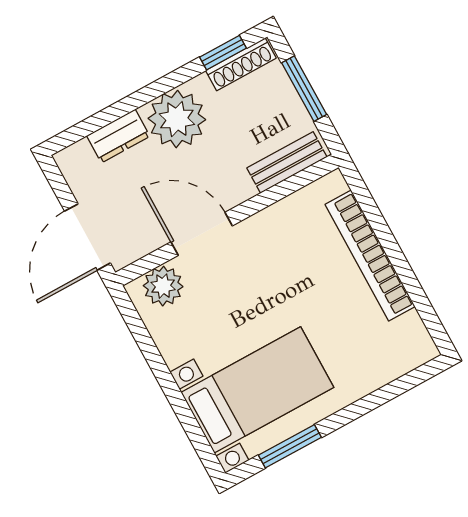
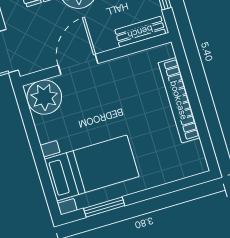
door: (202, 234) -> (78, 64), hinge flipped
plant: (163, 286) -> (44, 97), width x1.36, depth x1.36

